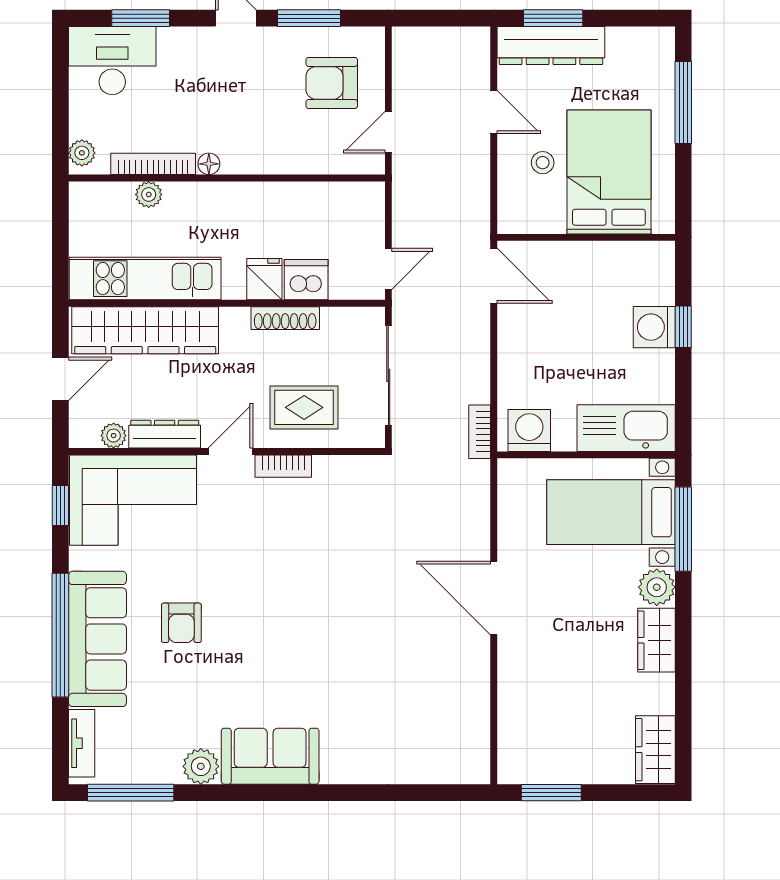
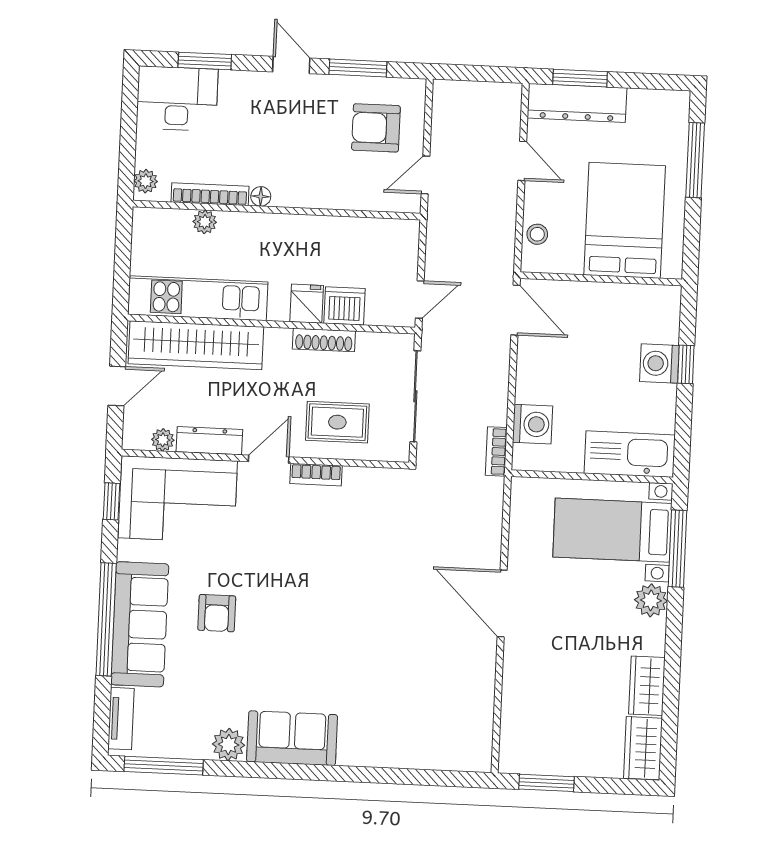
stool: (543, 163) -> (537, 234), moved
washing machine: (529, 430) -> (533, 424), moved, turned 90
wardrobe: (656, 640) -> (647, 686), moved

